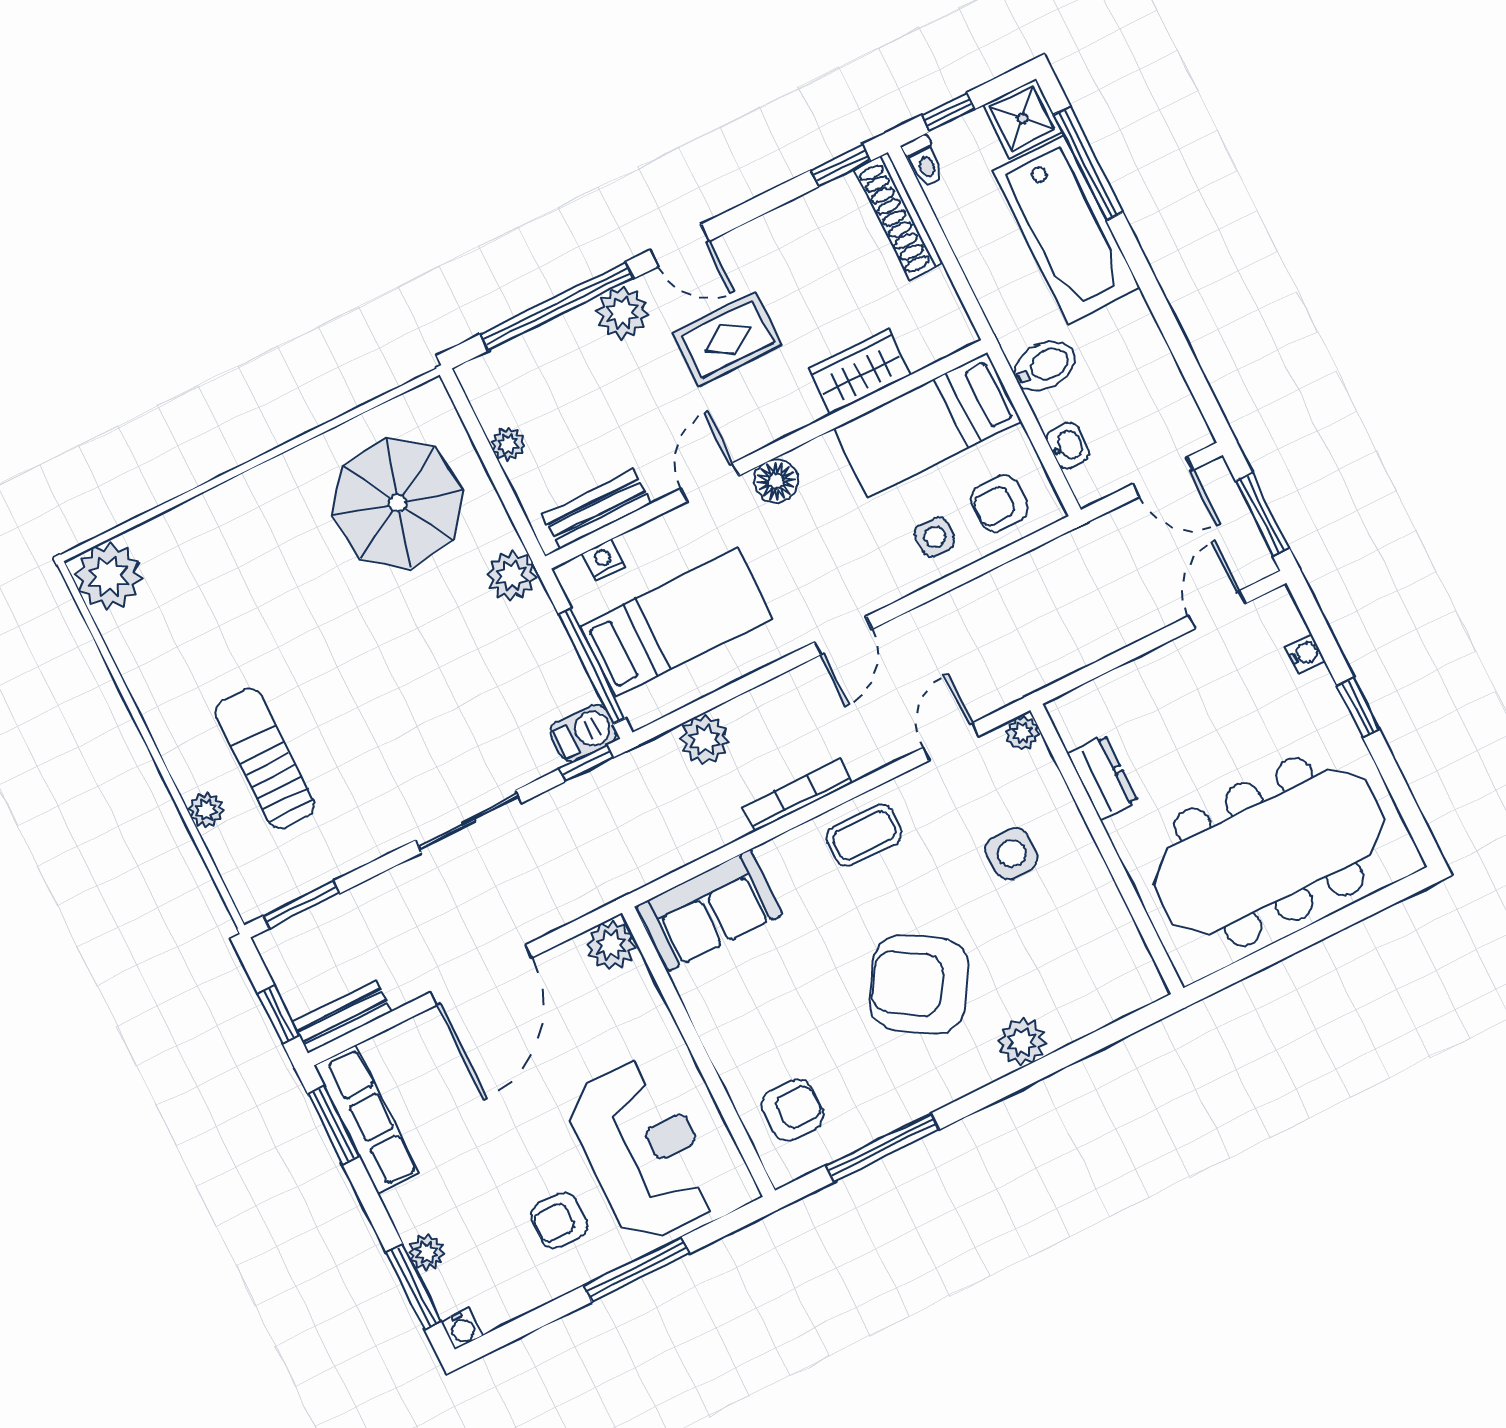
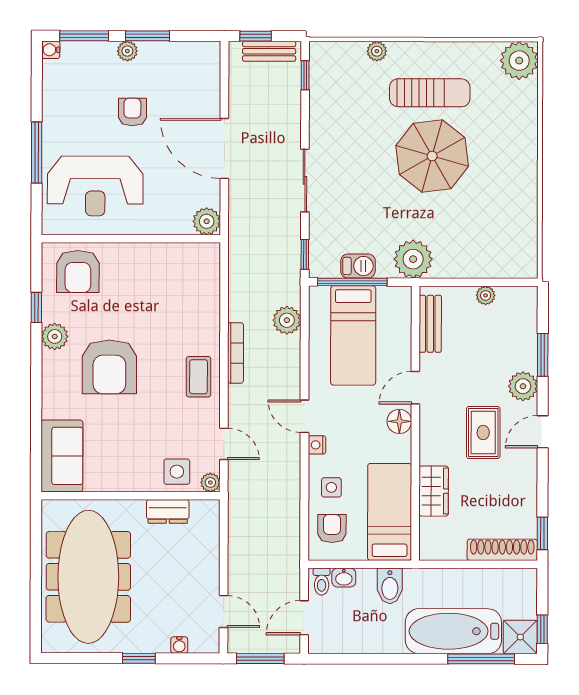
window: (948, 112) -> (542, 629), moved
toilet: (924, 161) -> (322, 582), moved, turned -90
window: (557, 306) -> (543, 355), width x0.47
door: (710, 482) -> (415, 388), swing flipped
parasol: (398, 503) -> (432, 156), moved
nightstand: (604, 560) -> (317, 445), moved, turned 180
plant: (512, 576) -> (413, 259), width x1.36, depth x1.36
barbecue: (584, 733) -> (358, 266), moved, turned -90
sun lounger: (265, 759) -> (430, 93), moved
side table: (1012, 854) -> (177, 472), moved
window: (301, 905) -> (305, 75), width x0.67
sofa: (709, 910) -> (62, 456), moved, turned 180
armchair: (919, 984) -> (109, 367), turned 148
bench: (342, 1017) -> (269, 51), moved, turned 90
plant: (1022, 1042) -> (55, 336), moved
armchair: (793, 1110) -> (78, 272), width x1.38, depth x1.38
row of seats: (367, 1120) -> (180, 54), removed
window: (333, 1125) -> (148, 36), moved
window: (883, 1147) -> (36, 308), width x0.46
armchair: (559, 1220) -> (132, 112), moved
plant: (427, 1253) -> (127, 51), moved

